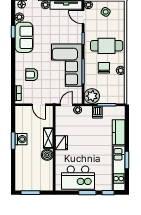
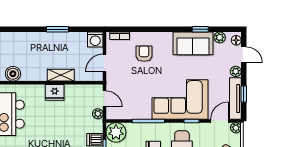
corner sofa: (67, 65) -> (180, 100), moved
washing machine: (21, 139) -> (95, 39), moved
boiler: (47, 155) -> (13, 74), moved

